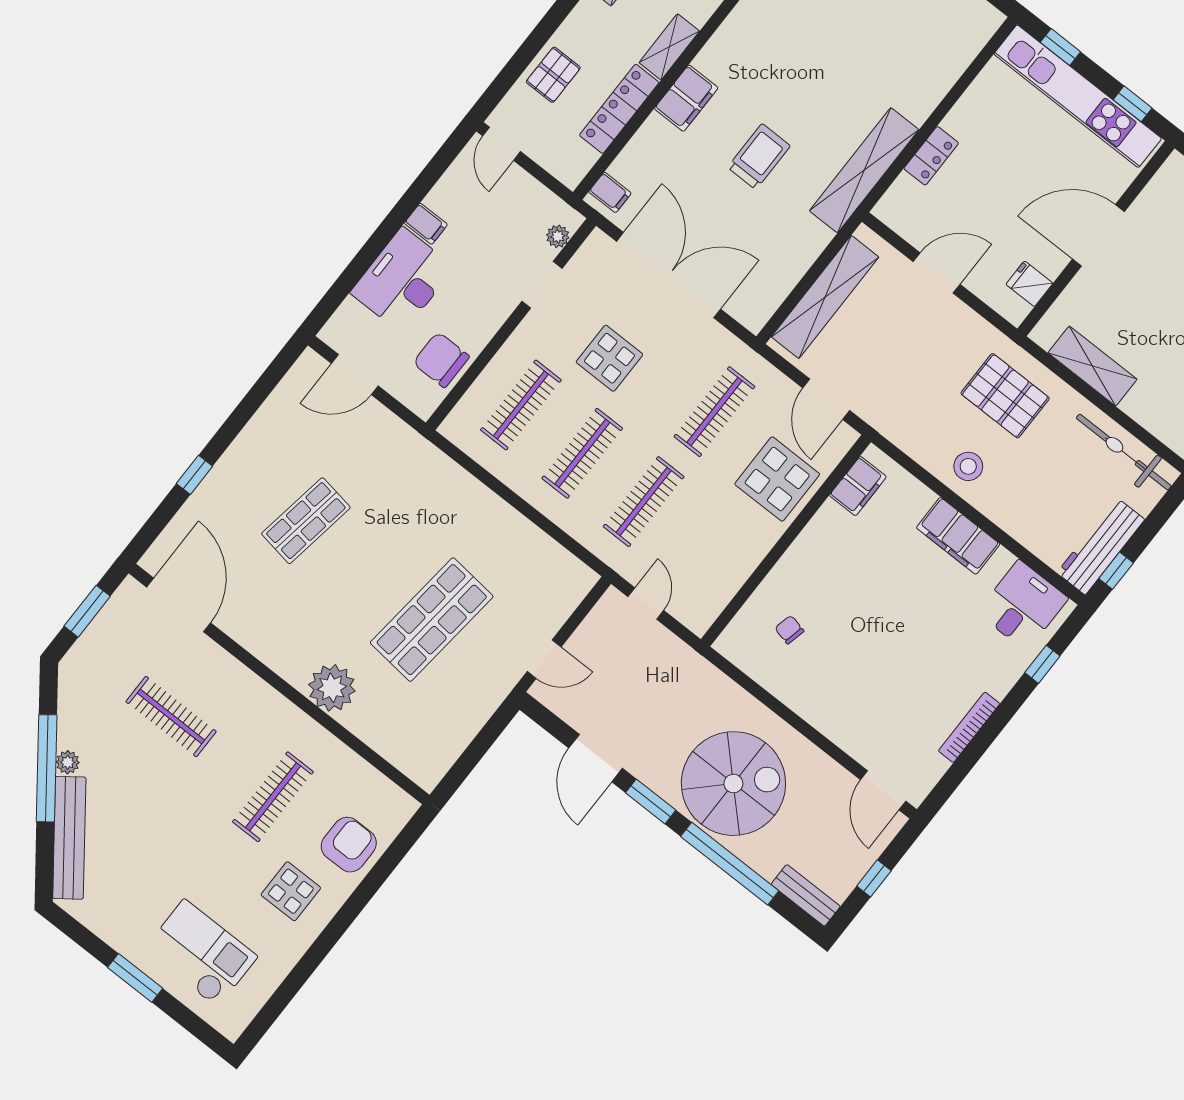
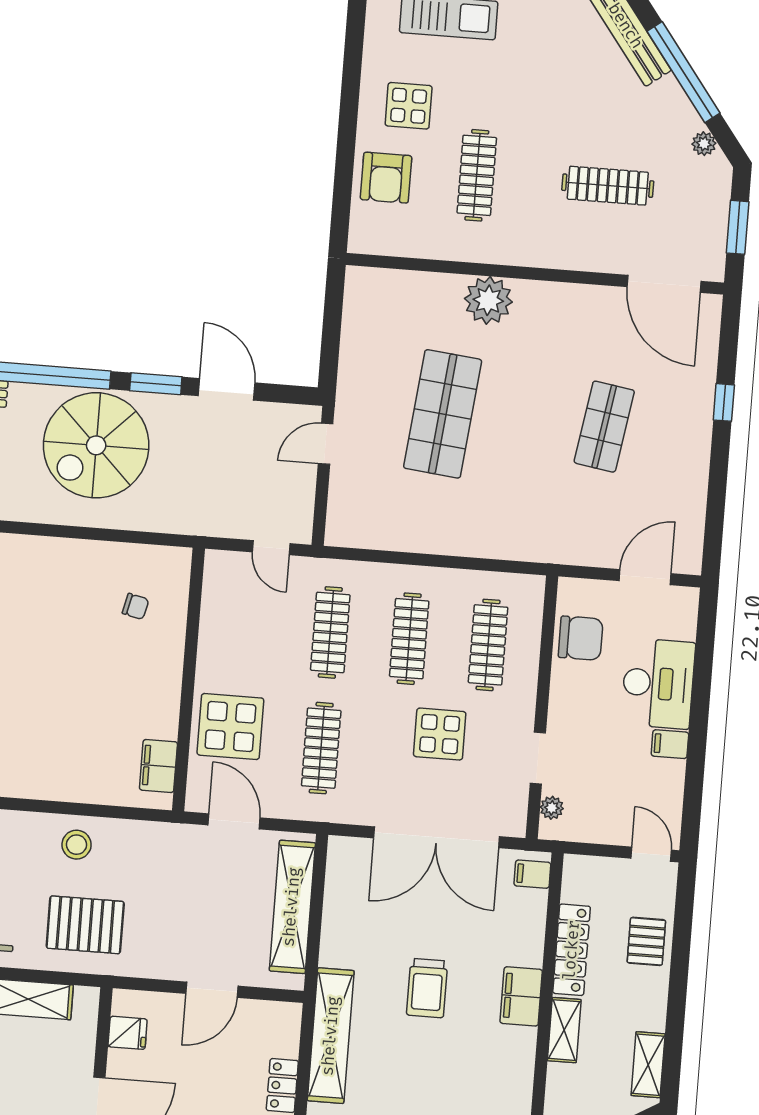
filing cabinet: (958, 536) -> (46, 780), removed
plant: (68, 762) -> (704, 144), moved

